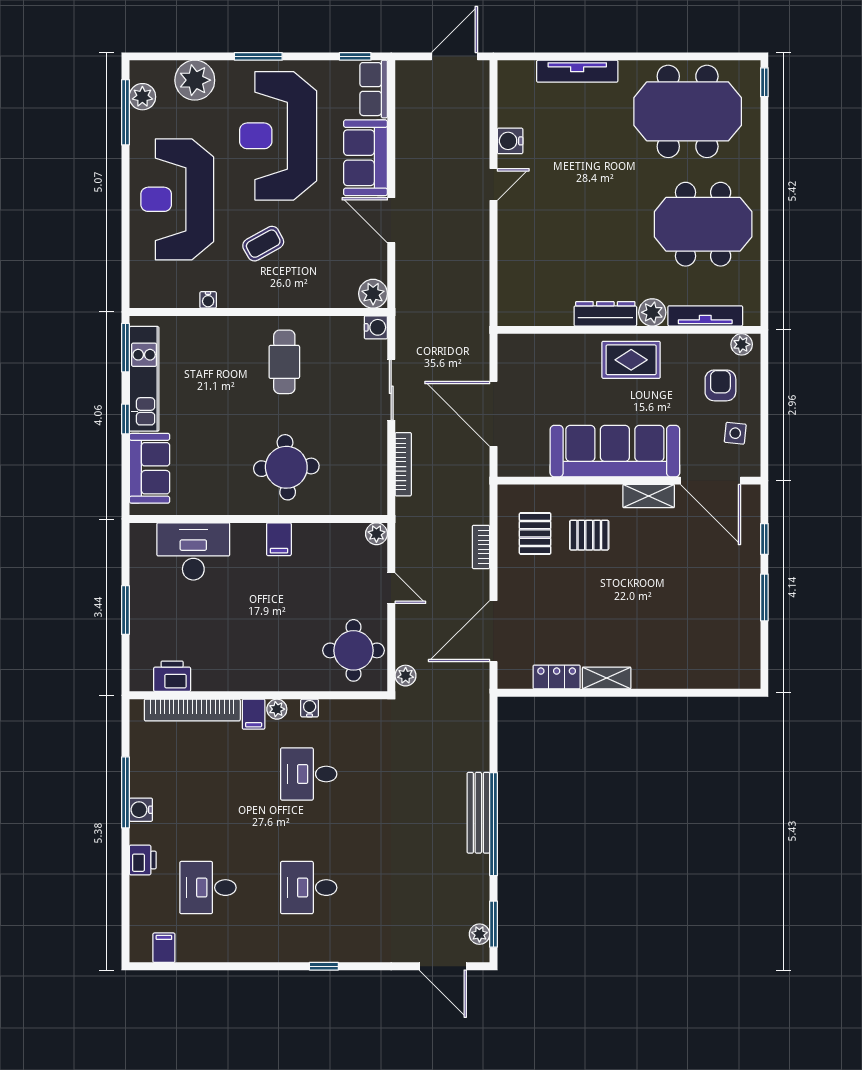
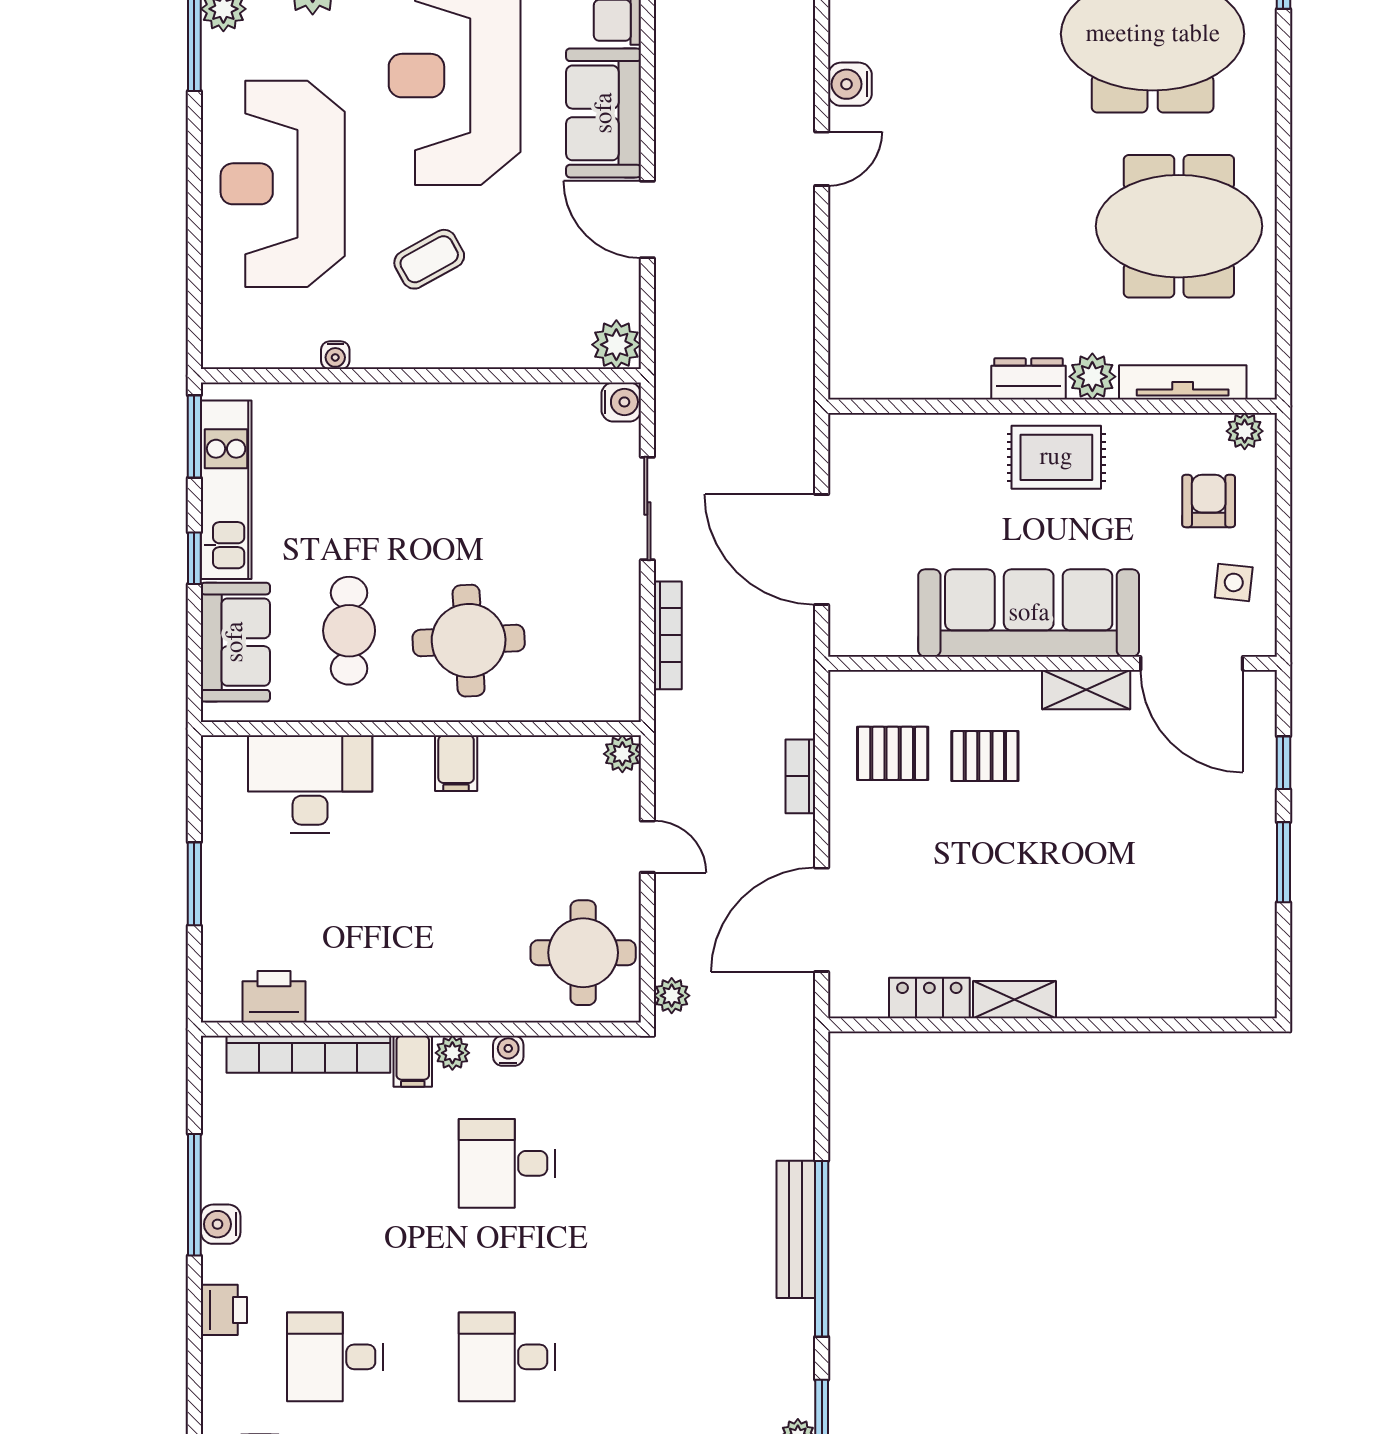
dresser: (605, 314) -> (1029, 379), width x0.70
cafe table: (284, 362) -> (349, 631), moved
pallet: (535, 533) -> (893, 753), turned 90

